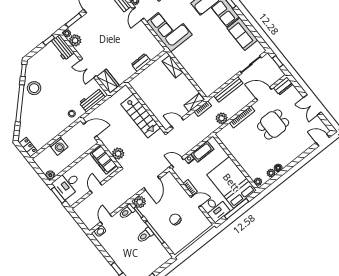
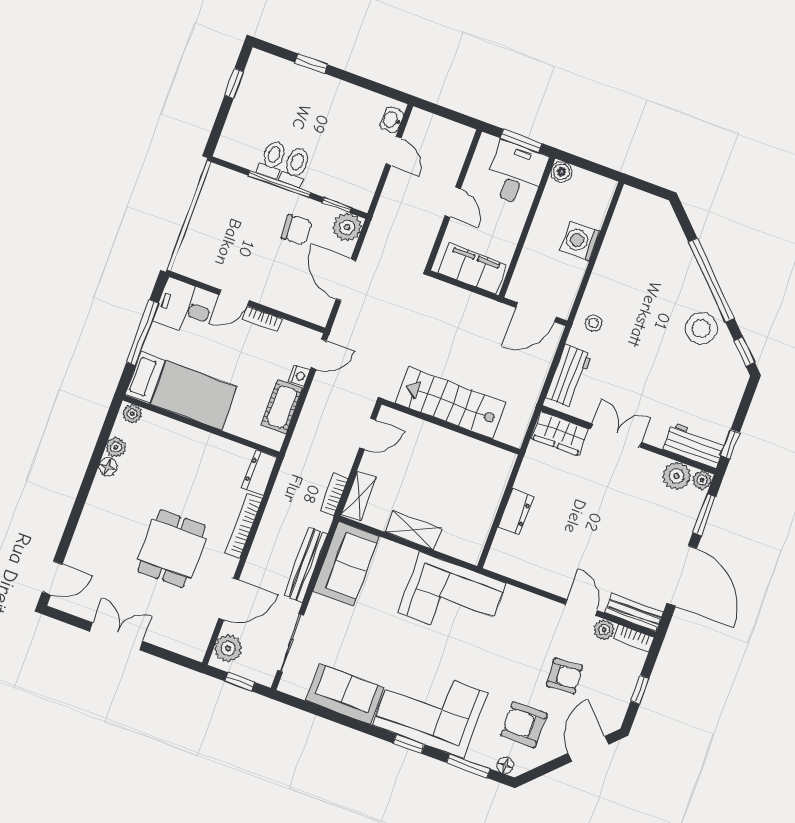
corner sofa: (169, 28) -> (452, 598), moved
shelving: (173, 67) -> (413, 530), moved
sofa: (214, 81) -> (346, 564), added
dresser: (283, 86) -> (259, 473), moved
plant: (222, 118) -> (228, 648), moved
locker: (28, 147) -> (641, 202), removed
plant: (118, 154) -> (450, 299), removed
bed: (231, 182) -> (181, 391), width x0.67
toilet: (127, 212) -> (272, 159), moved
chair: (175, 219) -> (296, 230), moved

